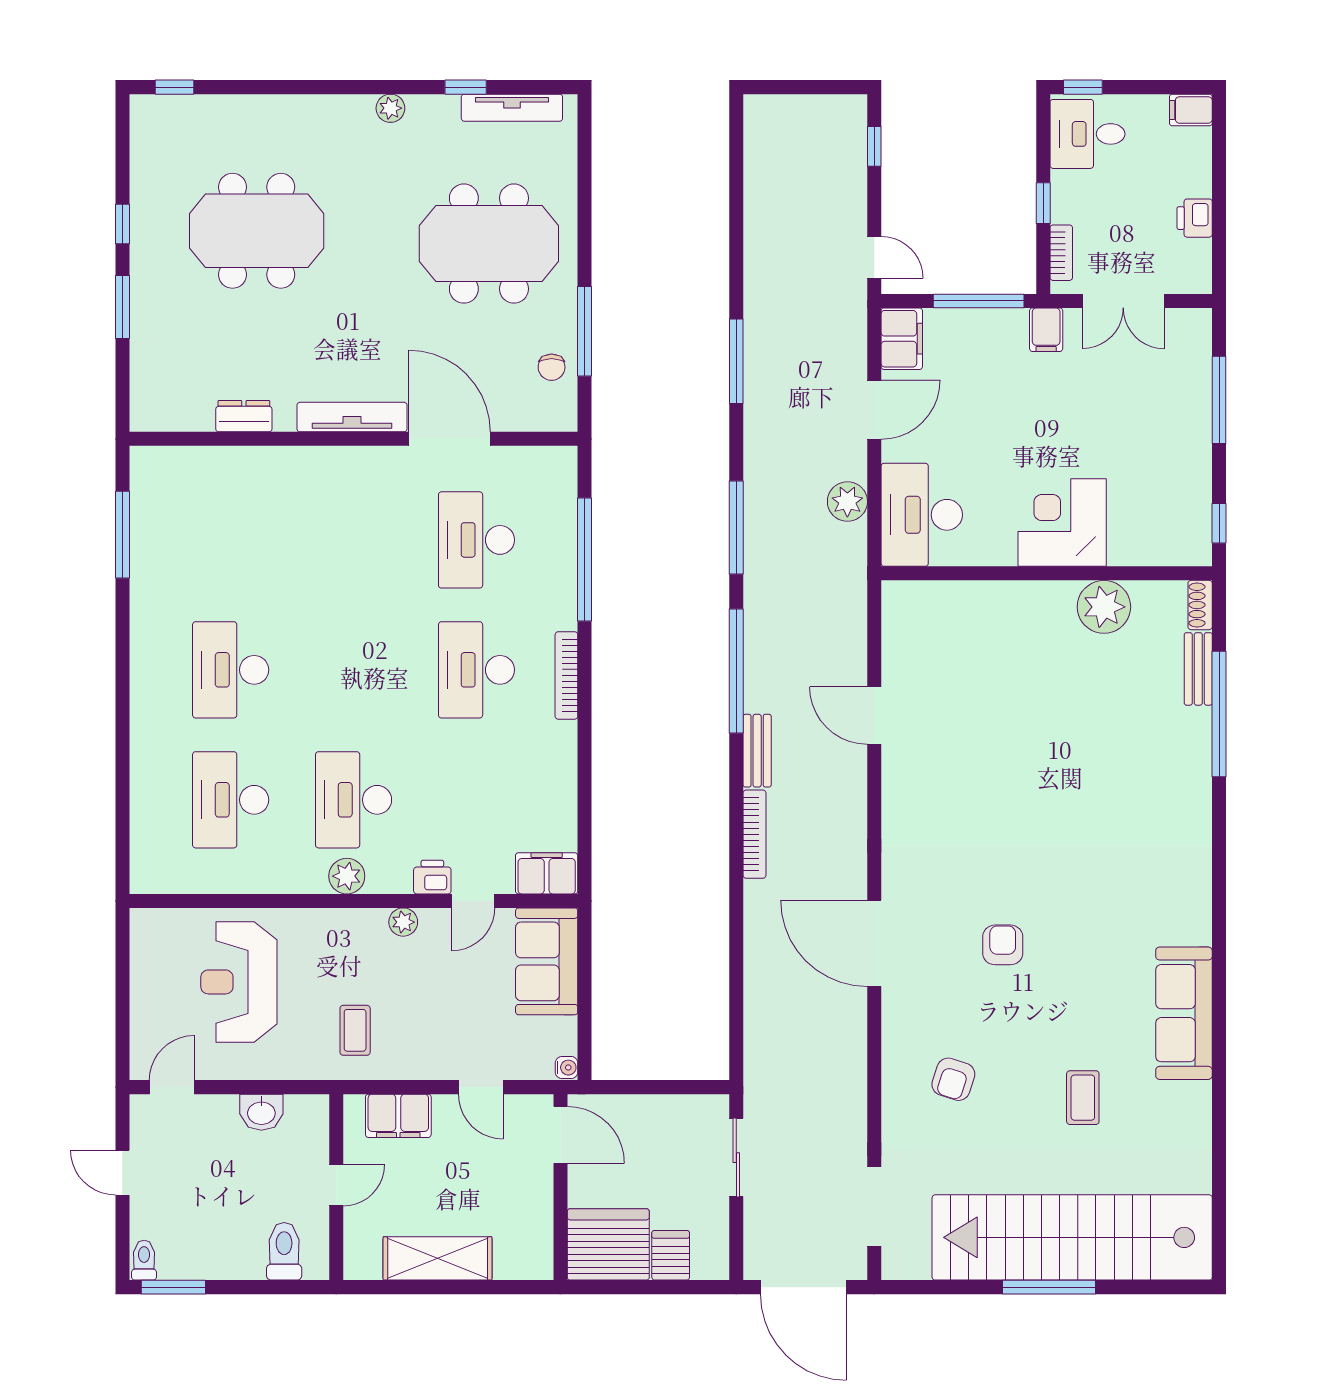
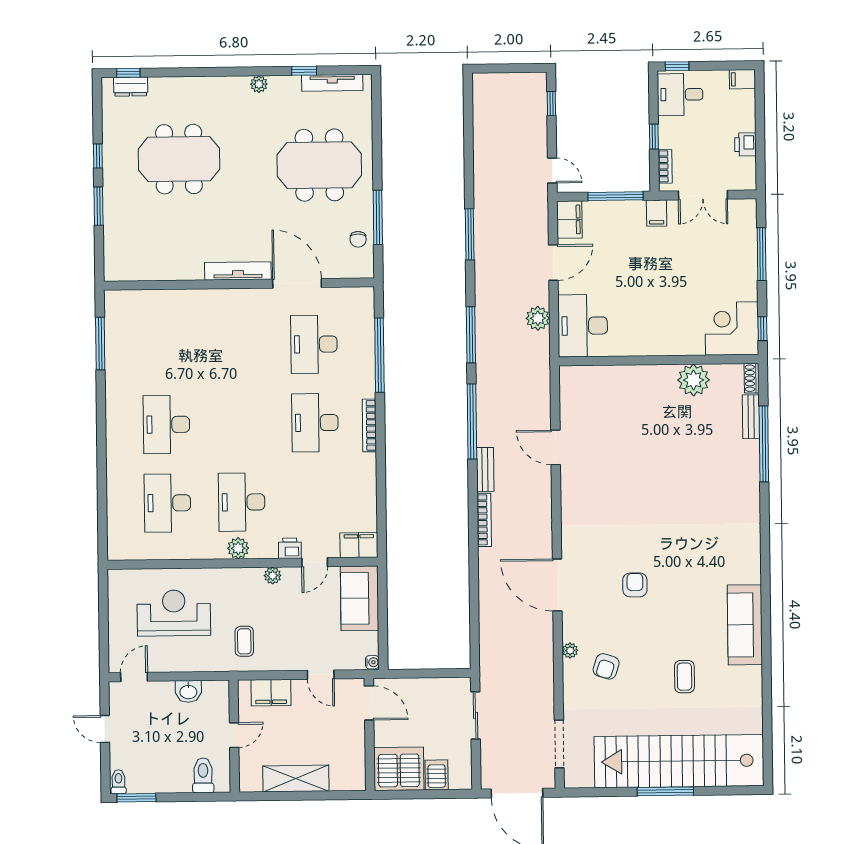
dresser: (244, 416) -> (131, 87), moved, turned 180
corner desk: (1062, 522) -> (732, 329), moved
reception desk: (239, 982) -> (174, 613), turned 90
plant: (894, 1052) -> (570, 651), added

